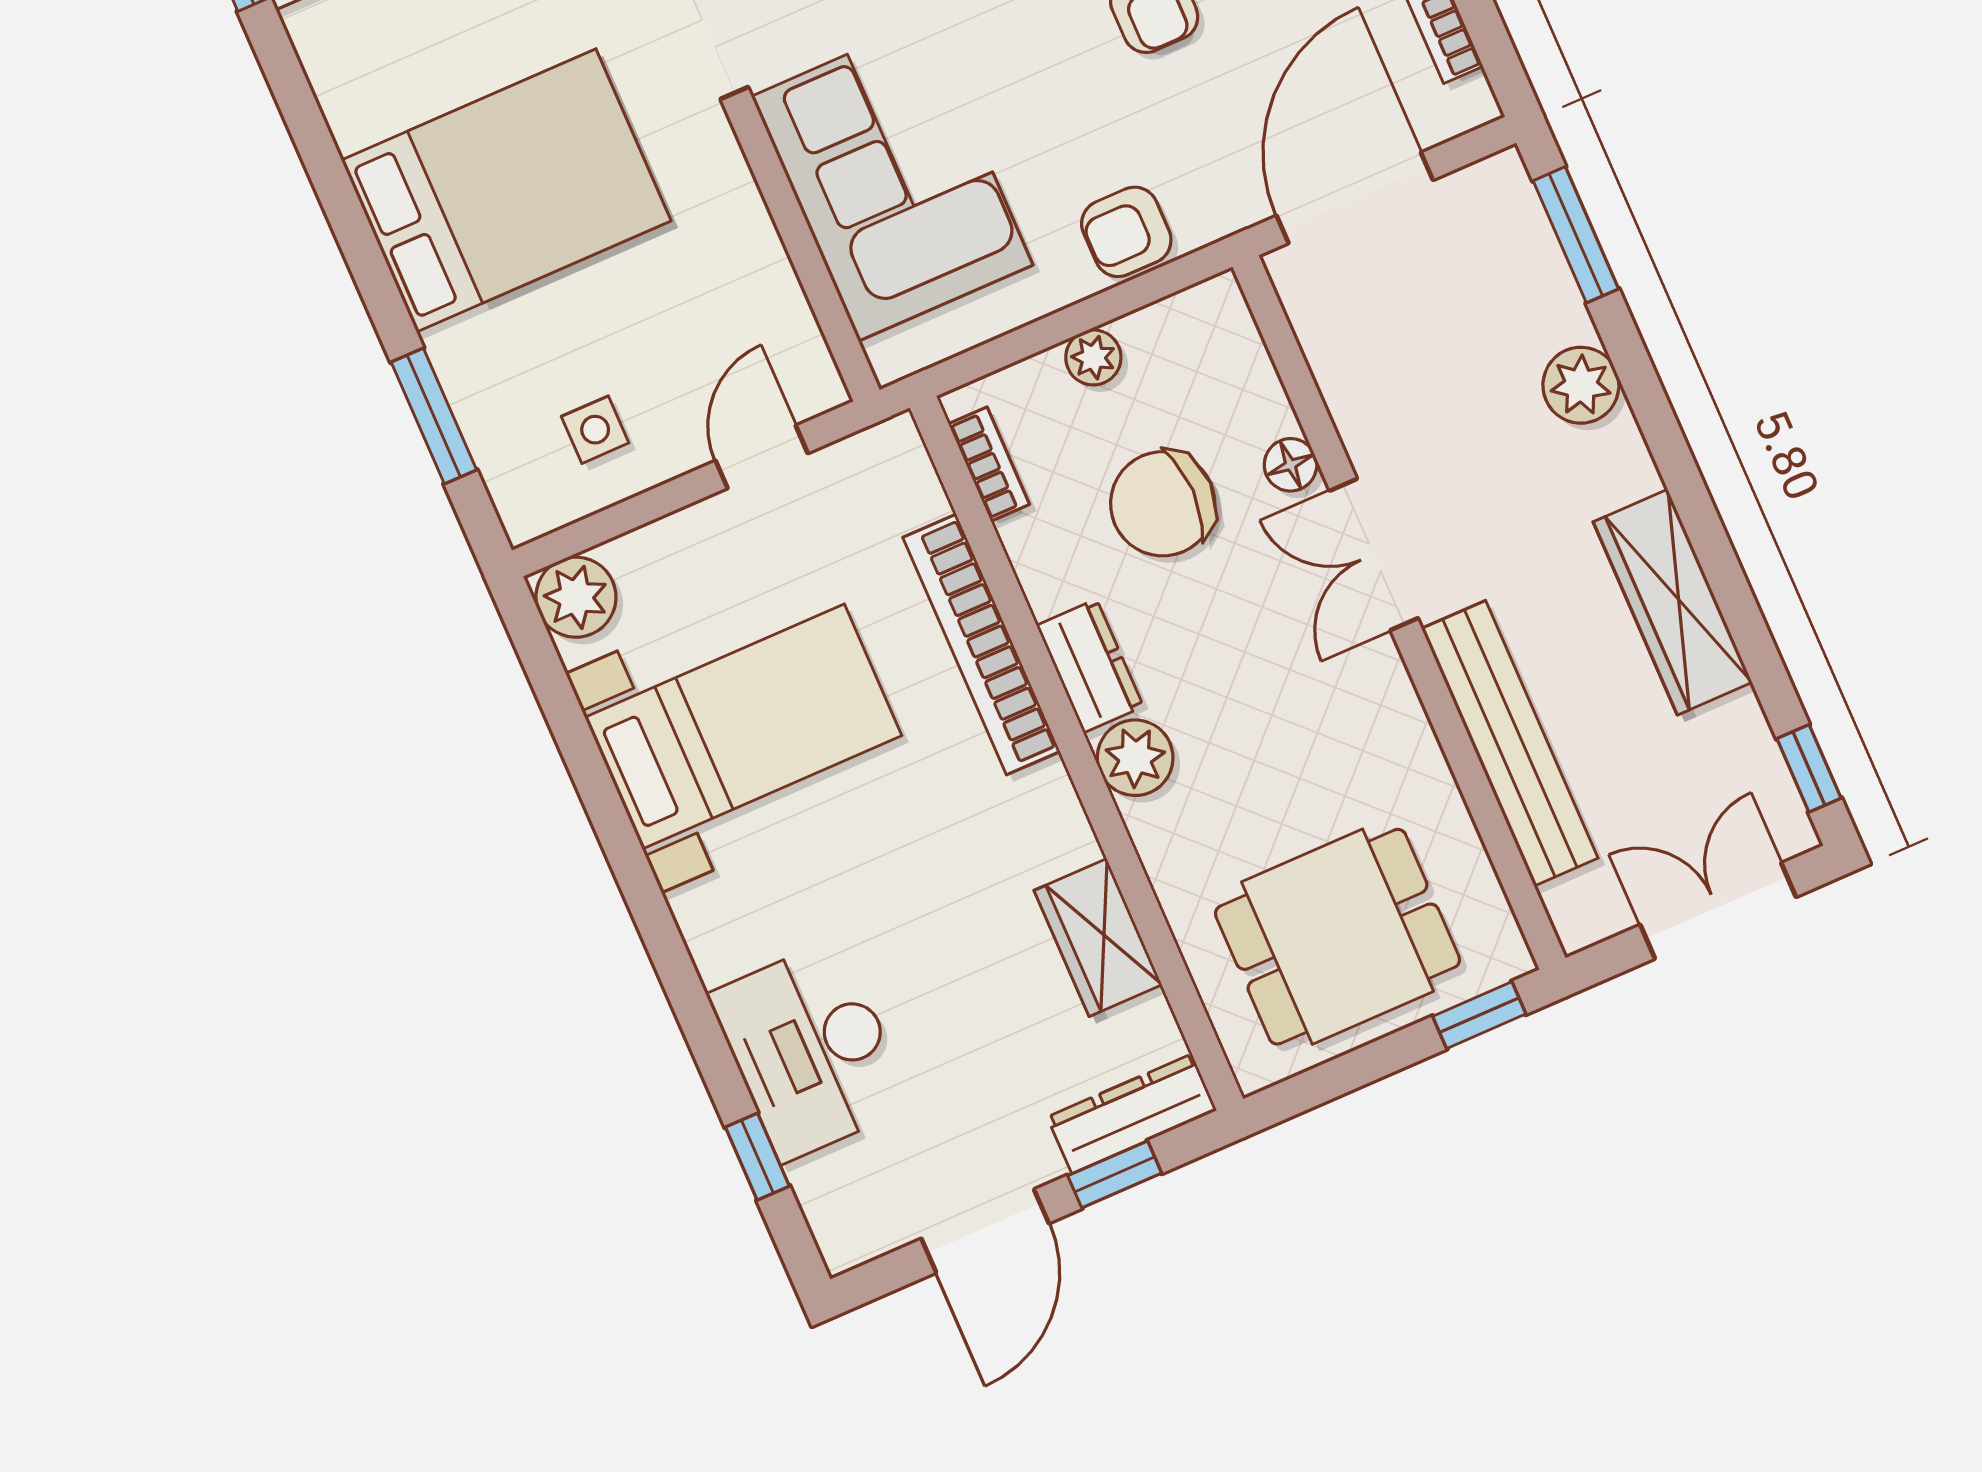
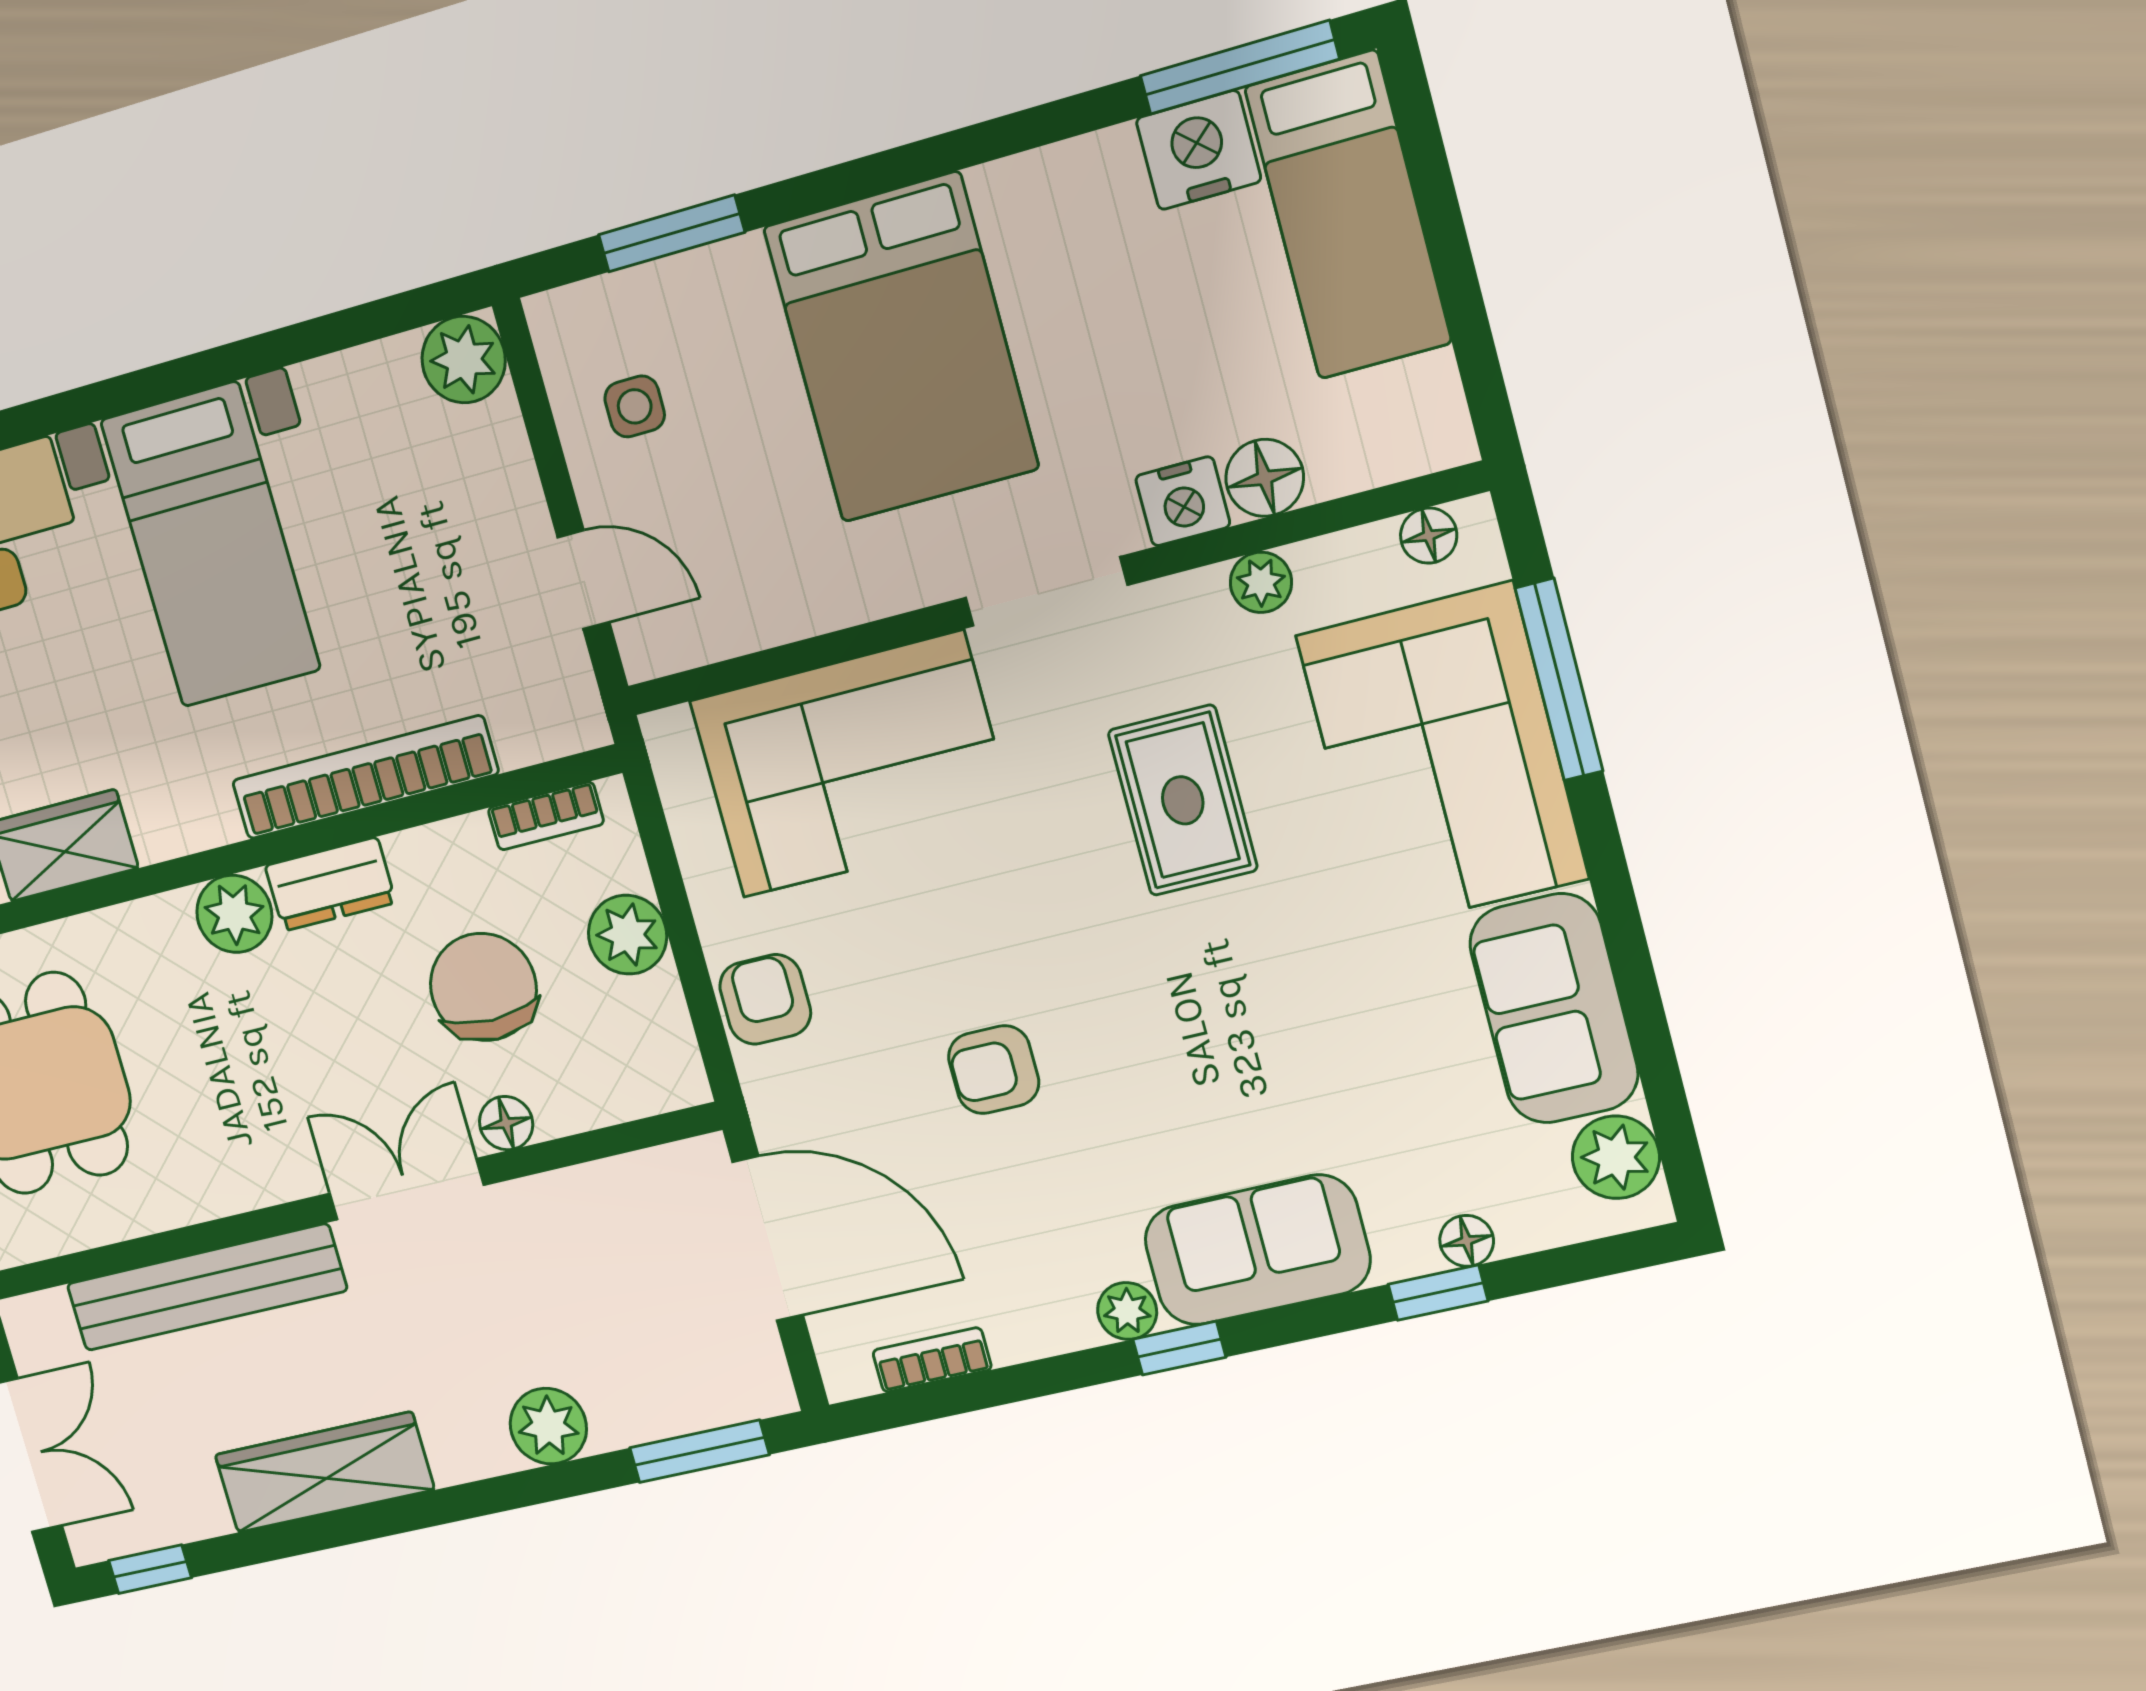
plant: (1093, 357) -> (628, 935), width x1.38, depth x1.38
bed with nightstands: (743, 726) -> (211, 545), moved

